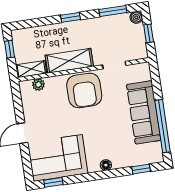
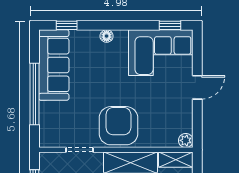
plant: (38, 85) -> (186, 140), moved
sofa: (144, 112) -> (54, 65), moved
window: (163, 126) -> (34, 94), moved

